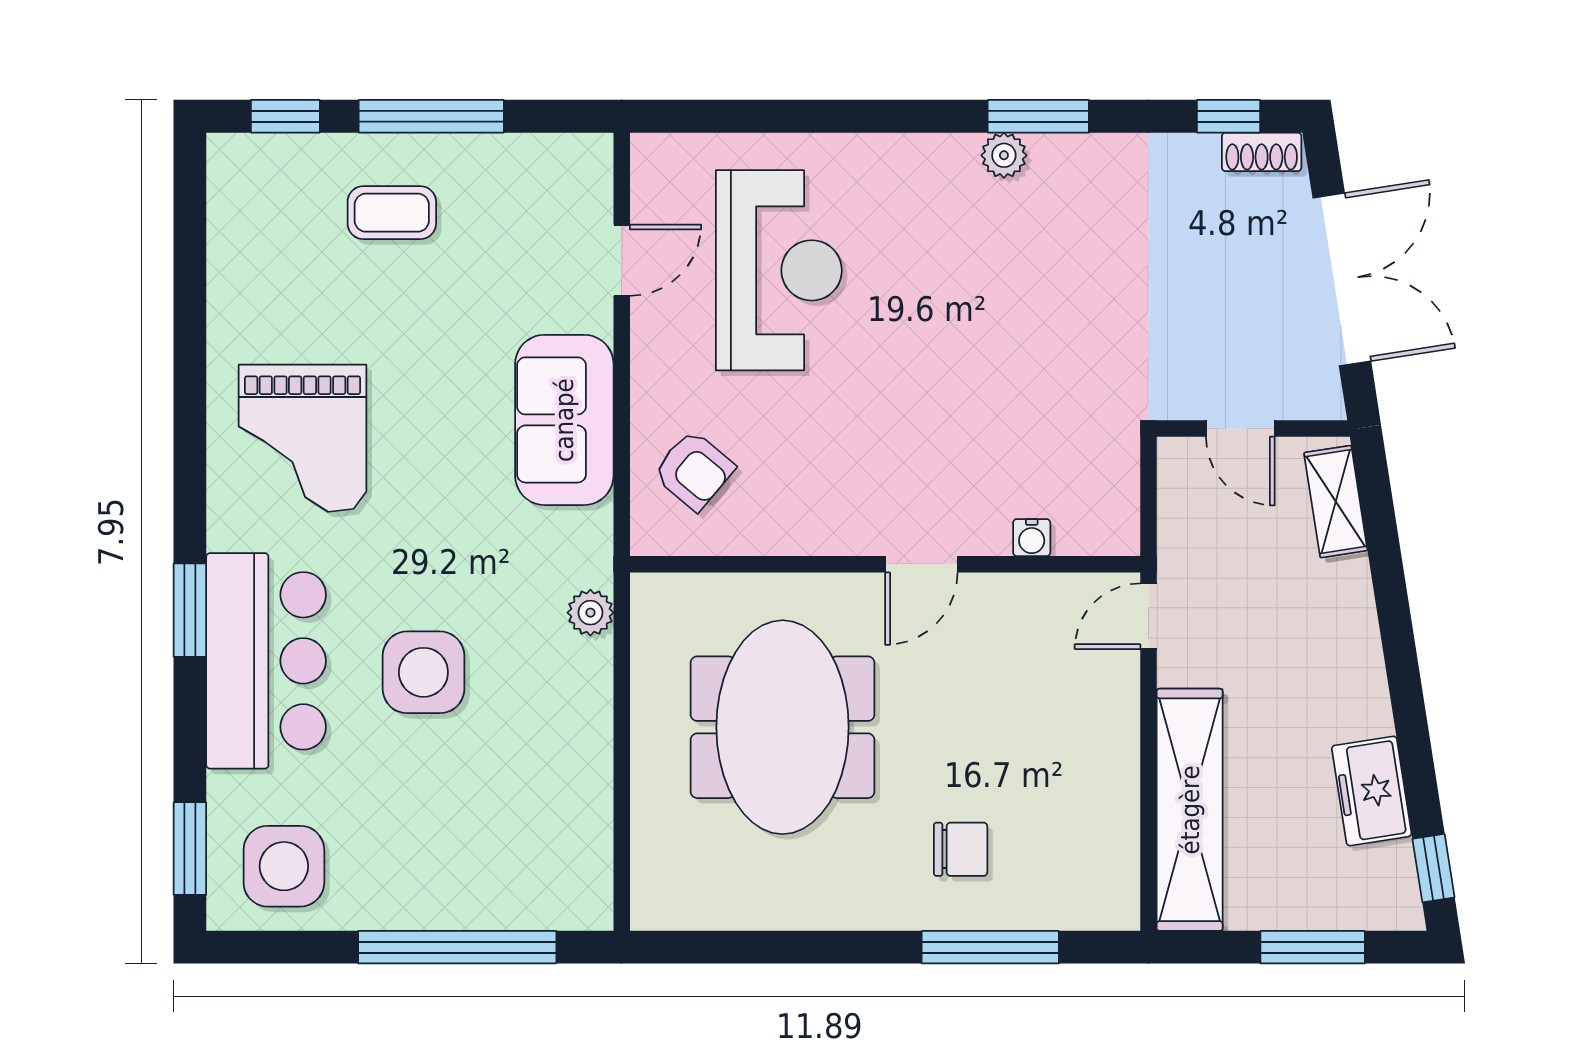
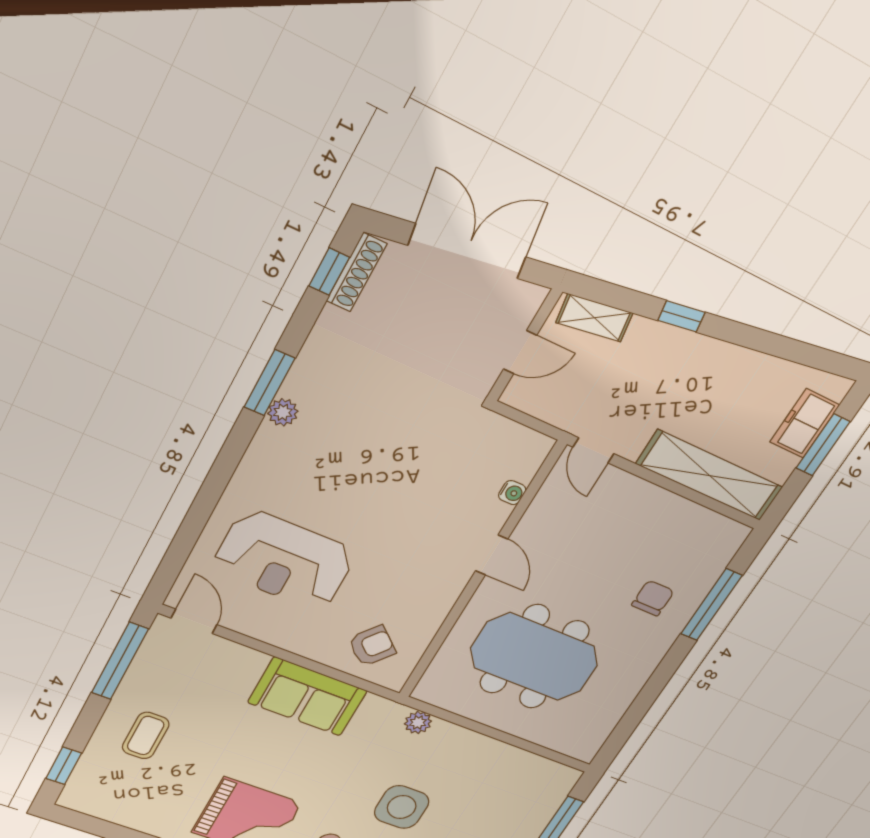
window: (431, 116) -> (120, 661), moved
shoe rack: (1262, 152) -> (357, 272), width x1.43
door: (622, 260) -> (194, 621), moved
reception desk: (779, 270) -> (284, 560), turned 180
freezer: (1372, 791) -> (805, 423), moved, turned 99
window: (1433, 868) -> (681, 316), moved

